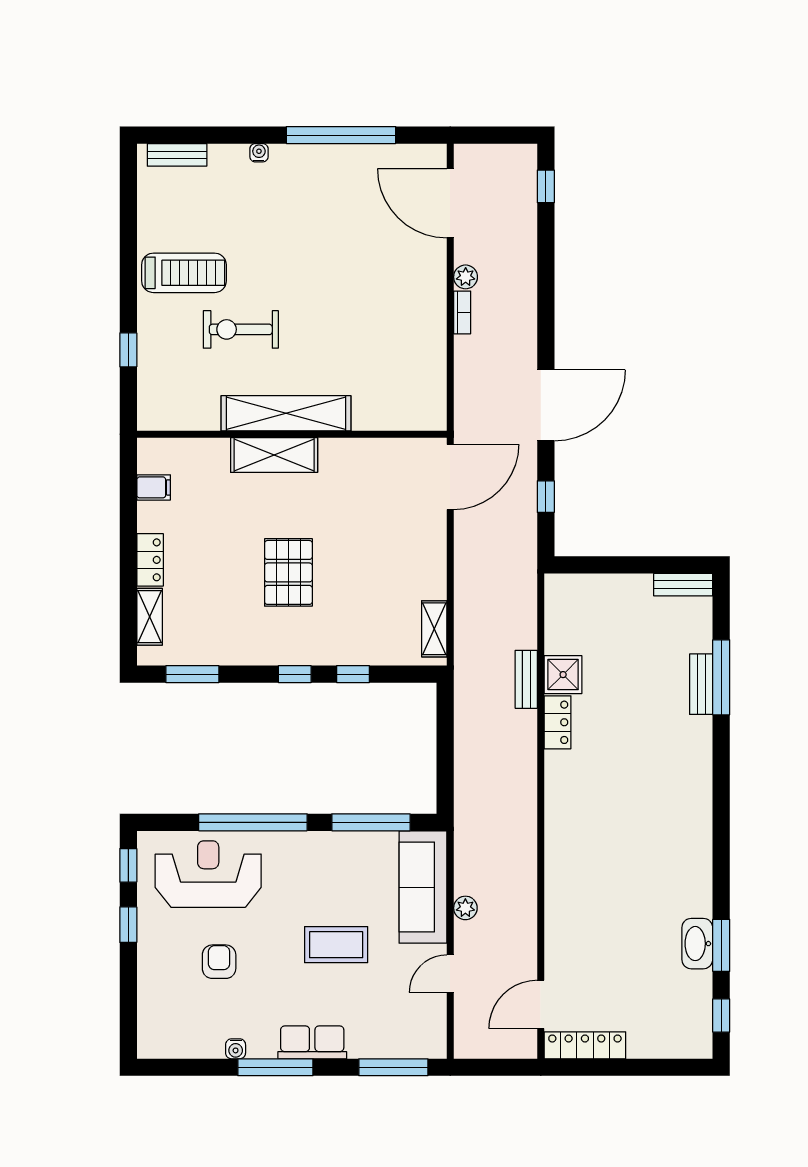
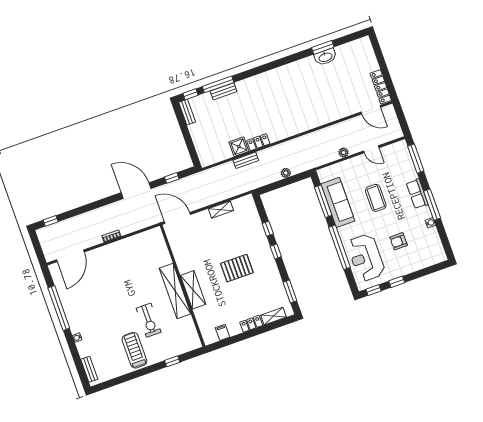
plant: (466, 277) -> (286, 173), moved
shelving: (434, 629) -> (221, 210), moved
sofa: (423, 887) -> (338, 202), moved, turned -90
window: (721, 1016) -> (191, 94), moved

